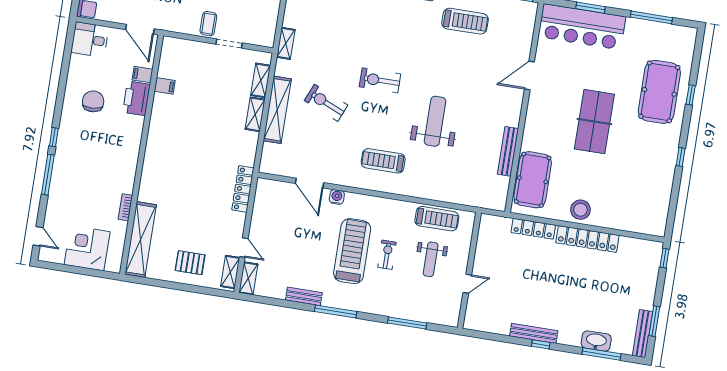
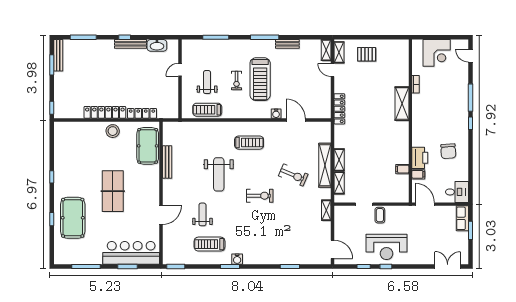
weight bench: (468, 66) -> (202, 214), added
shelving: (141, 240) -> (402, 104), moved, width x0.68
washbasin: (596, 341) -> (157, 45), moved

